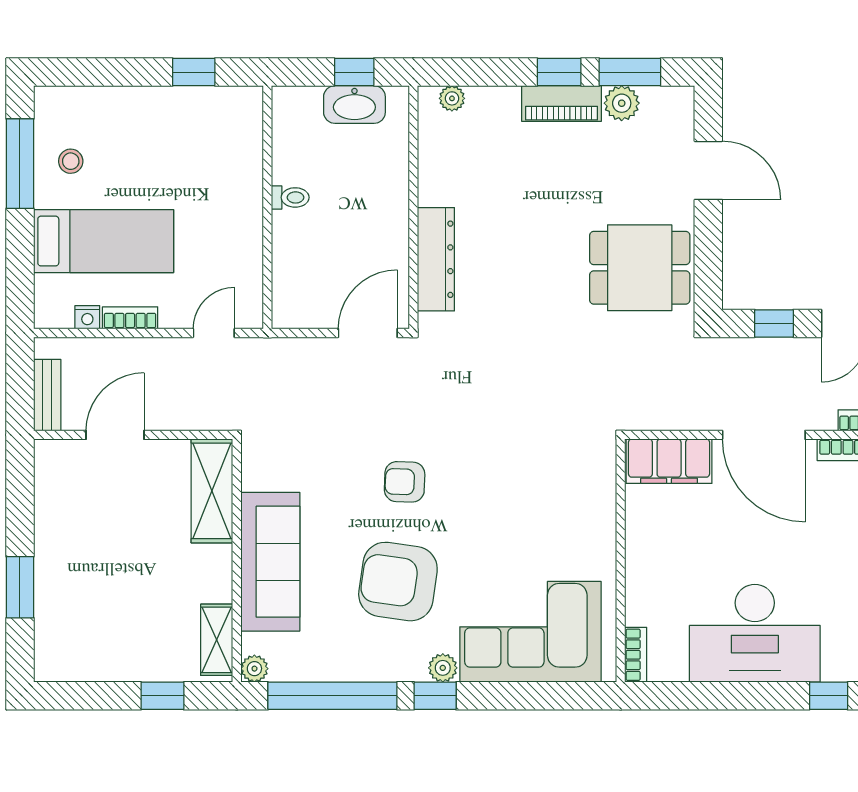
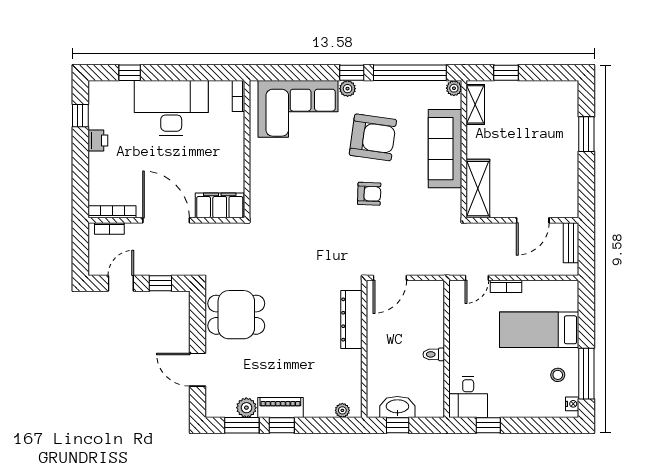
desk: (229, 122) -> (468, 397), added
nightstand: (87, 317) -> (572, 404), moved, turned 90
bookcase: (130, 318) -> (506, 286), moved

